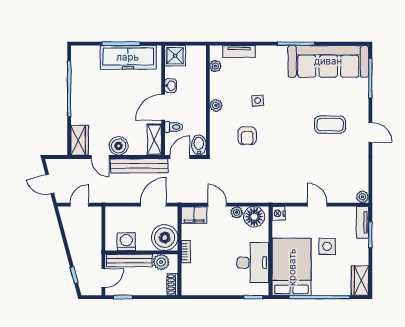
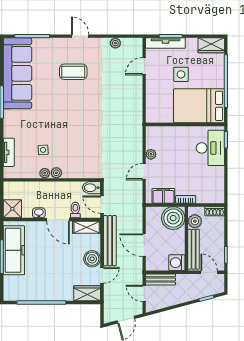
plant: (215, 66) -> (45, 173), moved
side table: (258, 101) -> (43, 150), moved
coffee table: (330, 125) -> (73, 72), turned 90
door: (370, 132) -> (80, 36), hinge flipped
armchair: (247, 136) -> (83, 145), removed
plant: (362, 197) -> (115, 43), moved
door: (153, 205) -> (144, 245), moved
door: (317, 205) -> (144, 66), moved
nightstand: (279, 213) -> (152, 117), removed
filing cabinet: (194, 215) -> (163, 196), moved, turned -90
floor lamp: (254, 217) -> (155, 139), removed
tv unit: (362, 222) -> (165, 43), width x1.41
bench: (95, 223) -> (161, 279), added
washing machine: (126, 242) -> (177, 263), moved
desk: (253, 263) -> (210, 148), moved, turned 90

